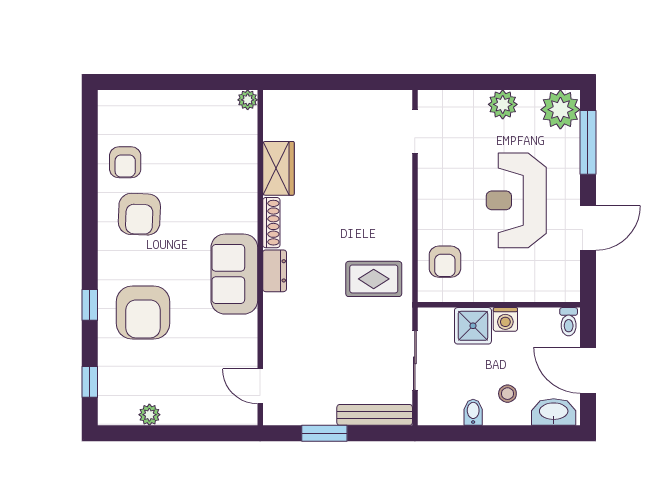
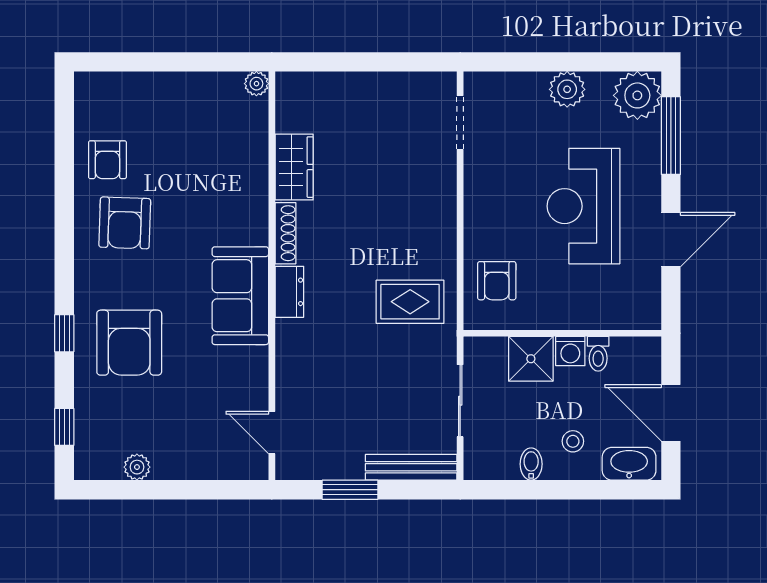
toilet: (569, 322) -> (598, 354), moved

